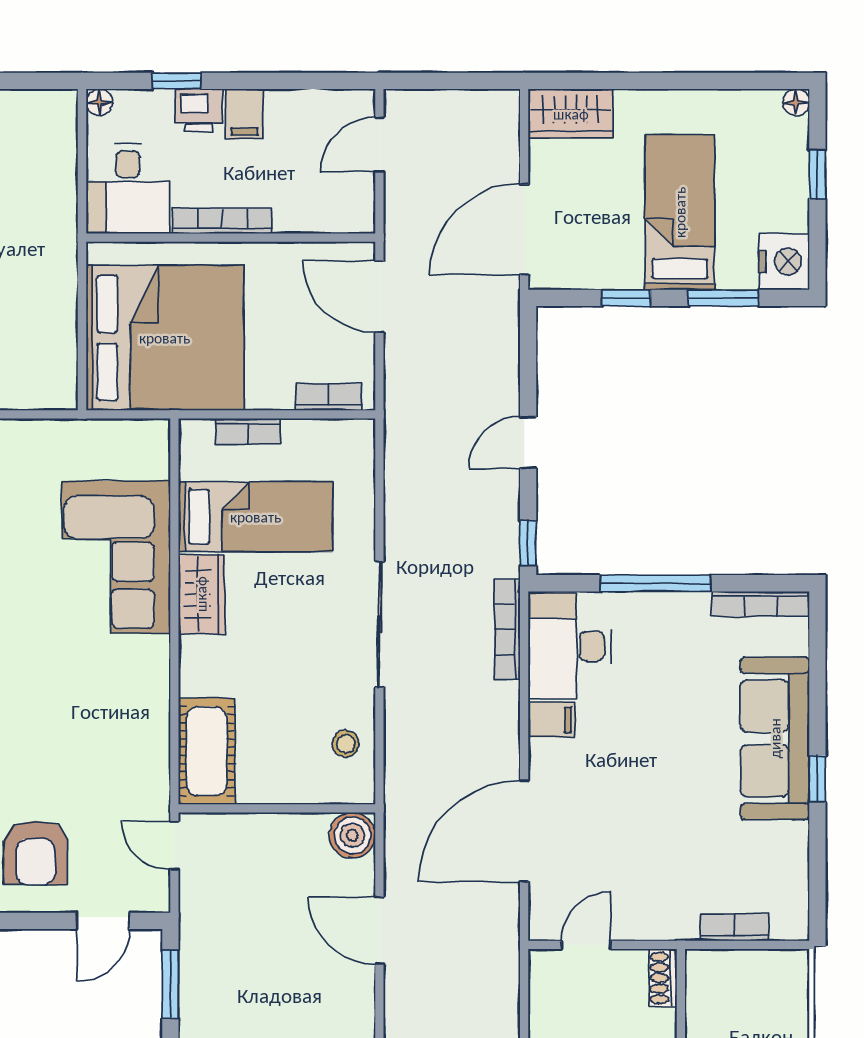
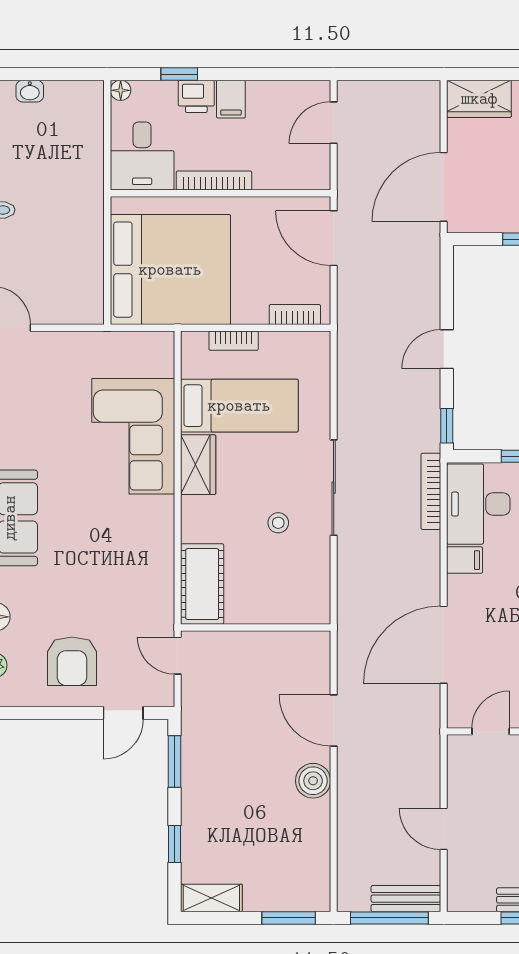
stool: (346, 744) -> (278, 523), moved
boiler: (352, 835) -> (313, 781), moved

